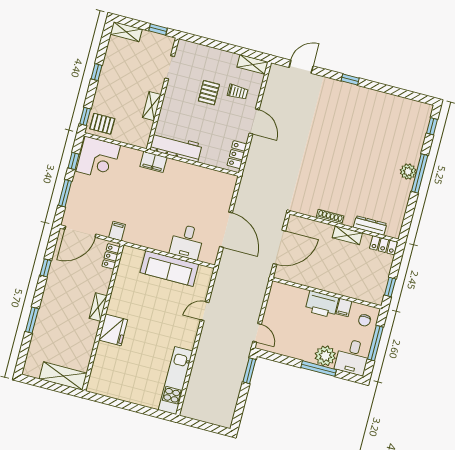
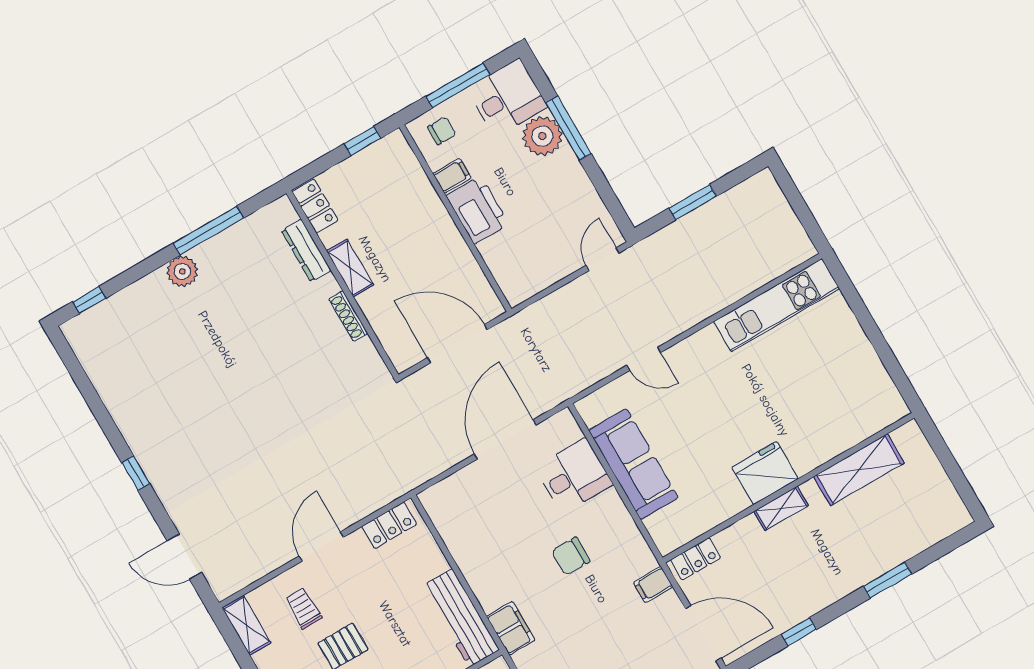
window: (420, 173) -> (208, 231), moved
chair: (158, 211) -> (571, 556), added
fridge: (113, 330) -> (765, 473), moved
window: (249, 371) -> (693, 202), moved
shelving: (63, 376) -> (859, 470), moved, turned 90

